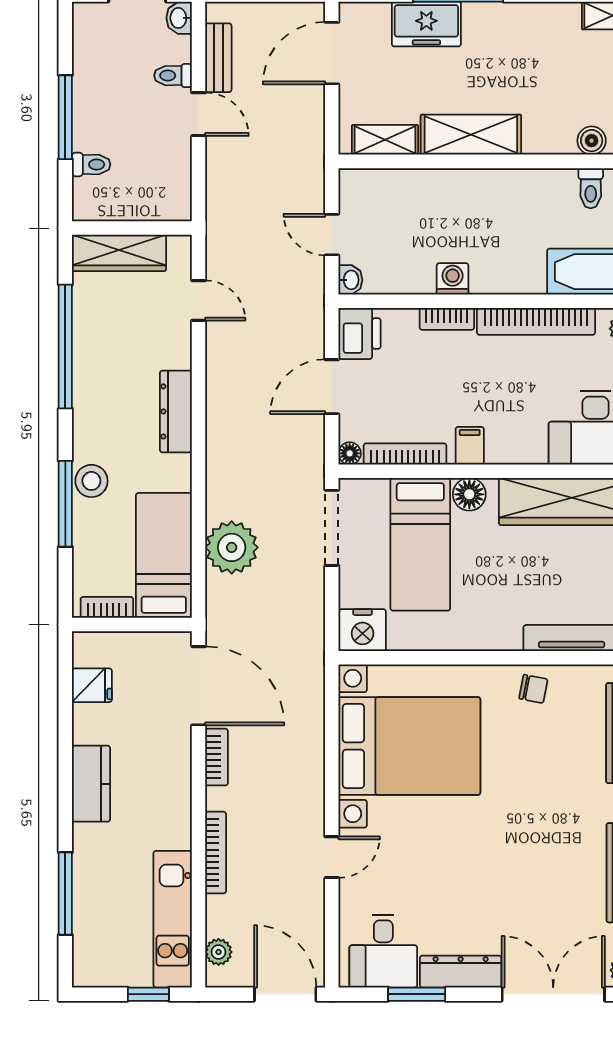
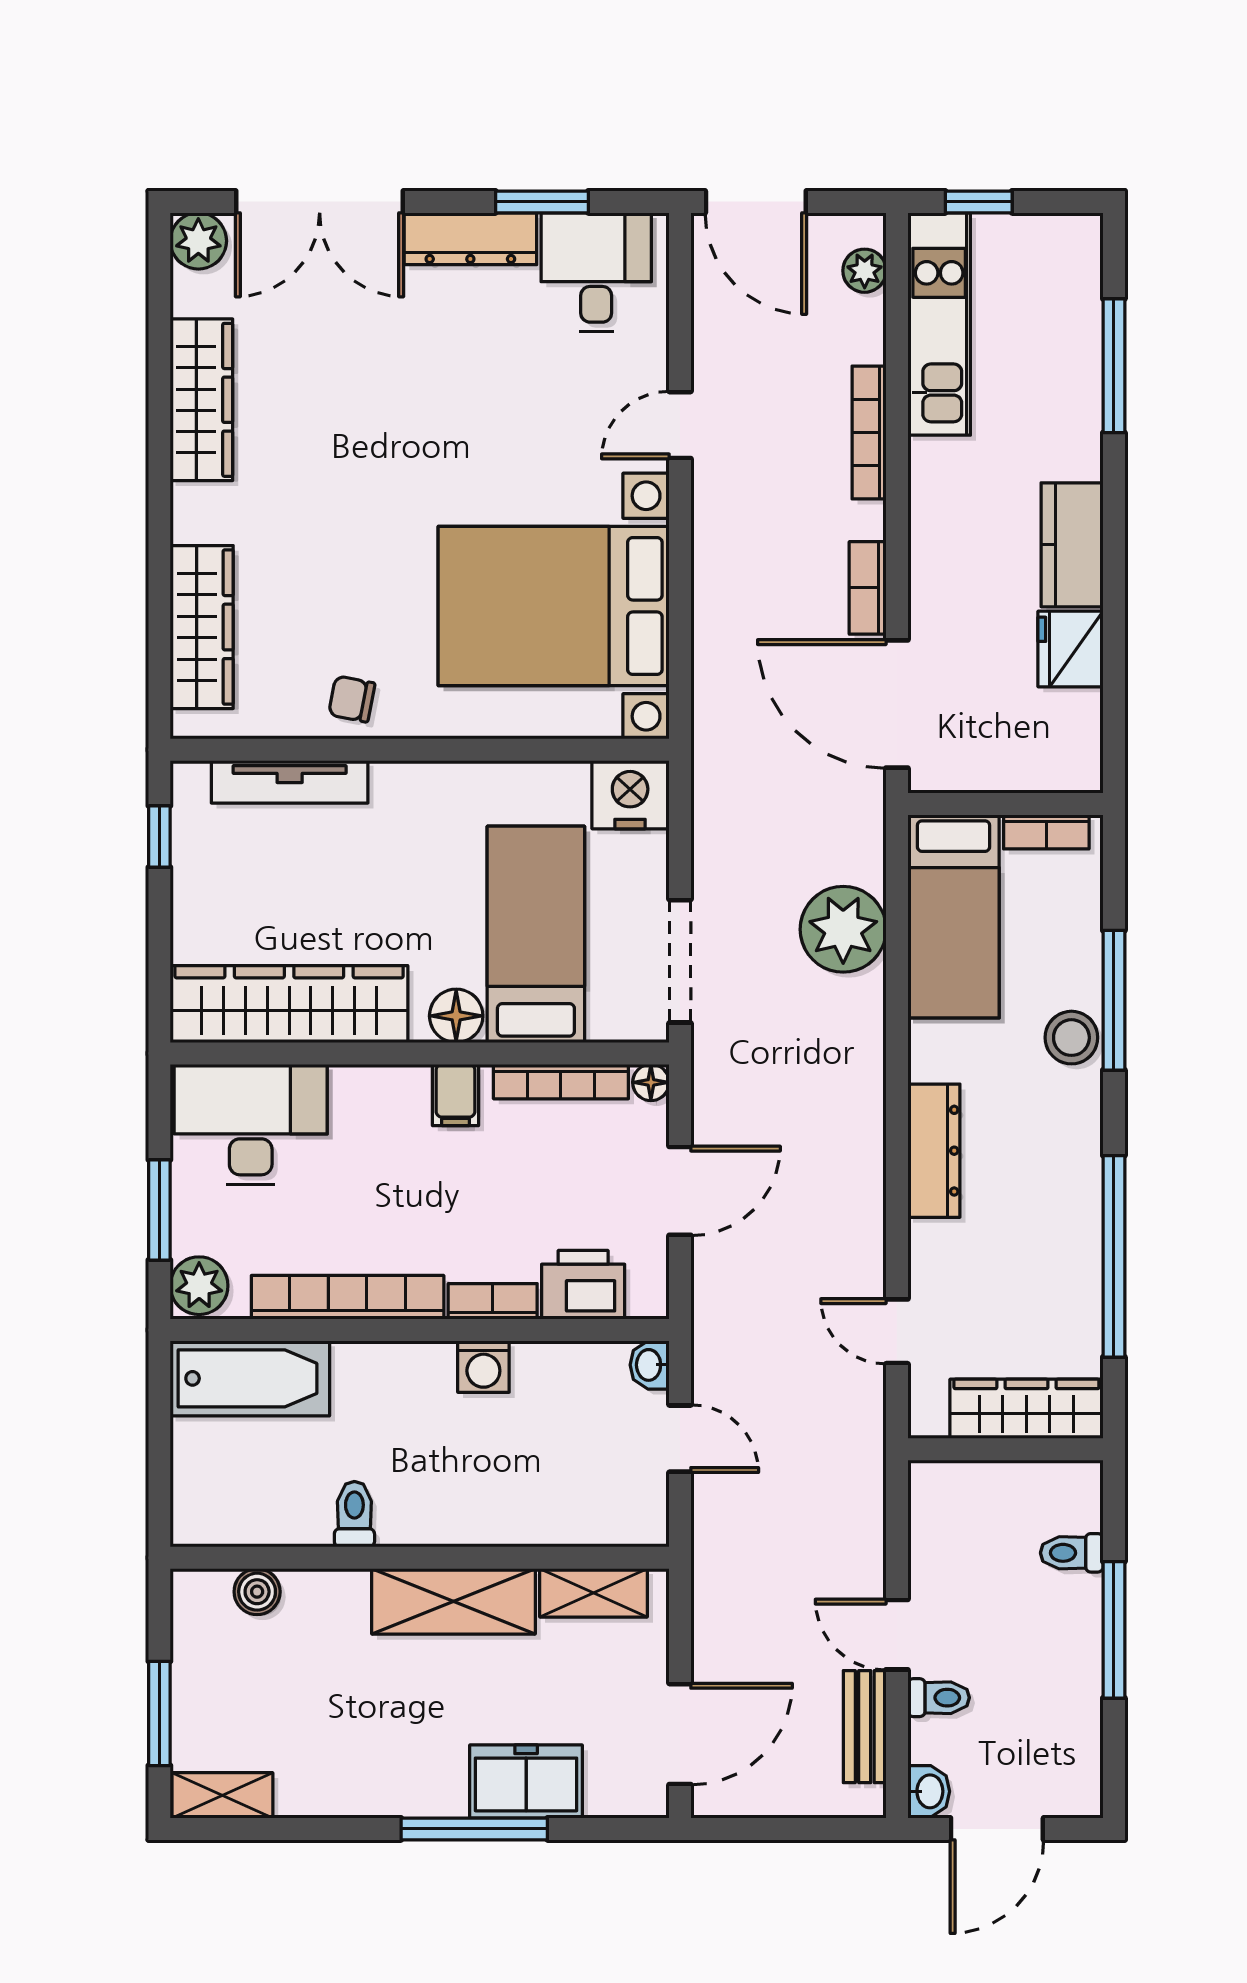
toilet: (591, 188) -> (354, 1514), moved
printer: (360, 334) -> (583, 1285), moved, turned 90
fridge: (92, 685) -> (1070, 649), moved, width x1.38

